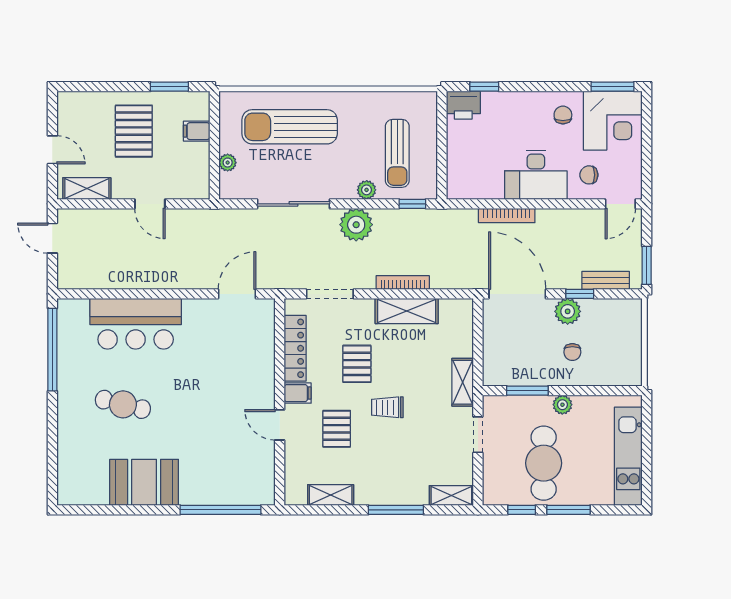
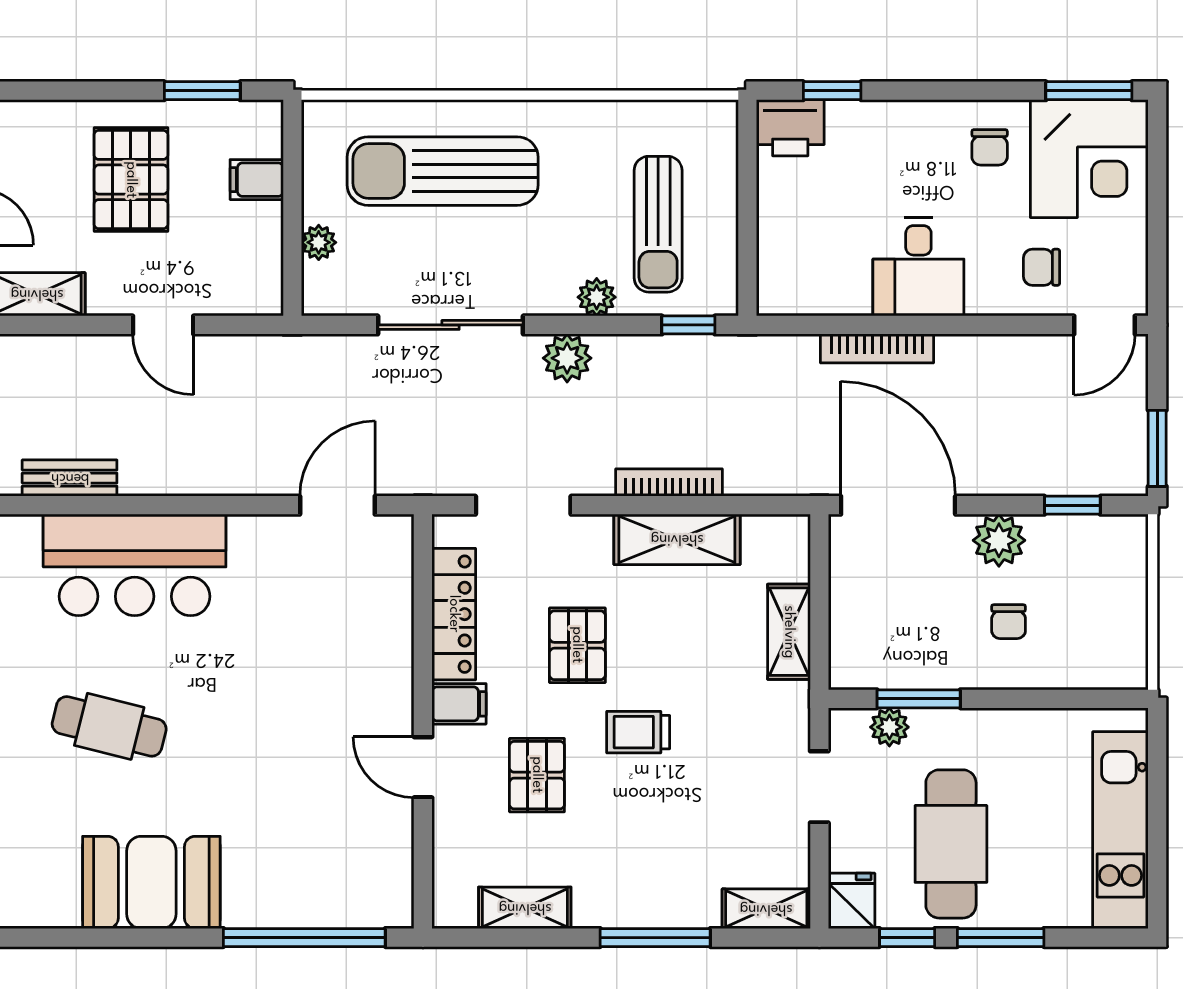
chair: (563, 115) -> (990, 147), turned 180
desk: (536, 175) -> (918, 267), width x0.73
plant: (356, 225) -> (567, 358), width x0.73, depth x0.73
bench: (606, 280) -> (70, 478), moved
window: (580, 294) -> (1072, 505), moved
shelving: (463, 382) -> (789, 632), moved
plant: (562, 405) -> (889, 727), moved
fridge: (494, 492) -> (852, 901), added

